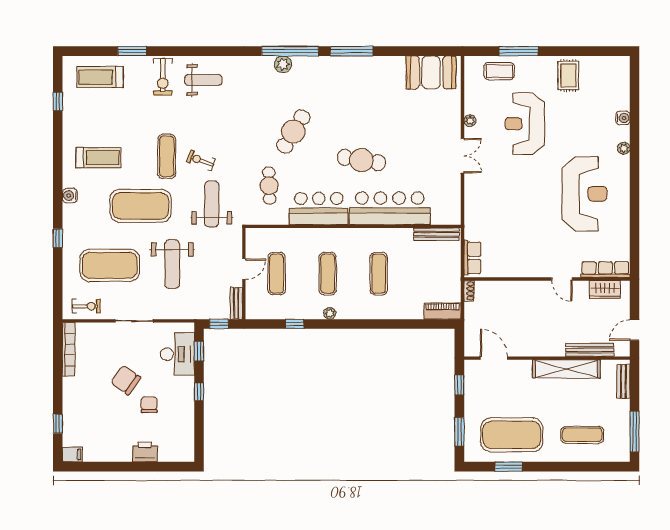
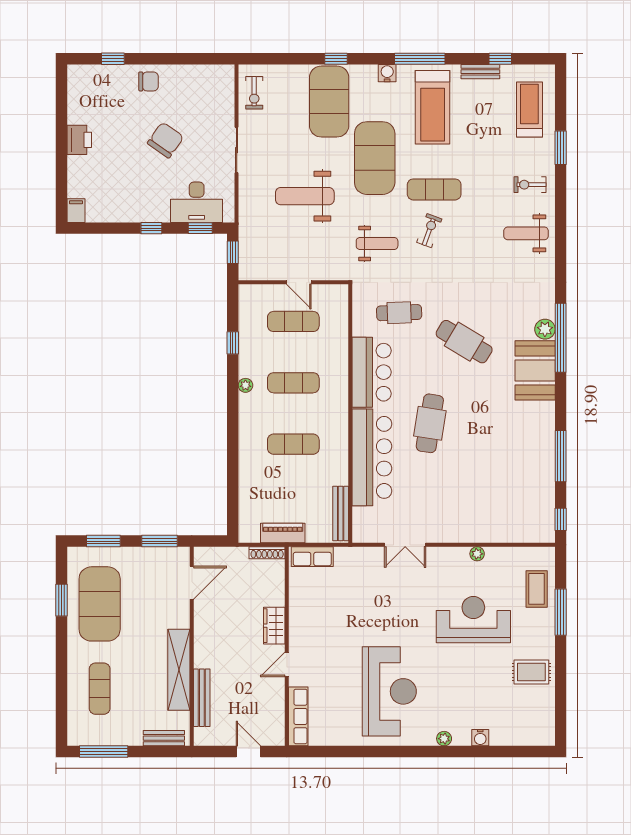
window: (352, 51) -> (561, 456), moved
window: (441, 51) -> (561, 519), added
booth: (431, 72) -> (535, 370), moved
exercise bike: (163, 77) -> (530, 185), width x0.73, depth x0.72
weight bench: (203, 80) -> (526, 233), turned 90
double door: (462, 156) -> (405, 545), moved
treadmill: (98, 158) -> (433, 107), width x1.37, depth x1.38
window: (58, 168) -> (420, 59), added
reception desk: (585, 194) -> (389, 691), turned -90
weight bench: (212, 204) -> (377, 243), width x0.73, depth x0.75
exercise mat: (110, 265) -> (329, 102), moved
wardrobe: (605, 290) -> (274, 626), moved
shoe rack: (469, 291) -> (267, 553), width x1.43
bench: (236, 303) -> (480, 72), moved
piano: (443, 311) -> (283, 533), moved, turned -90
door: (635, 330) -> (248, 752), moved
bookcase: (69, 349) -> (202, 72), removed
window: (459, 385) -> (160, 541), width x1.50
chair: (149, 405) -> (148, 81), moved
printer: (145, 452) -> (79, 140), moved
filing cabinet: (72, 455) -> (76, 211), moved, turned 180

